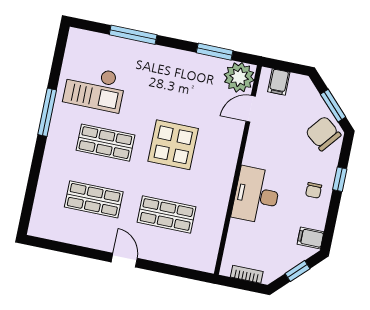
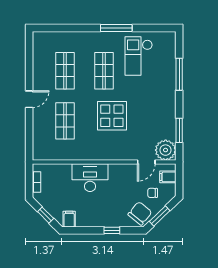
door: (251, 109) -> (146, 162), swing flipped
chair: (314, 190) -> (153, 193), moved

